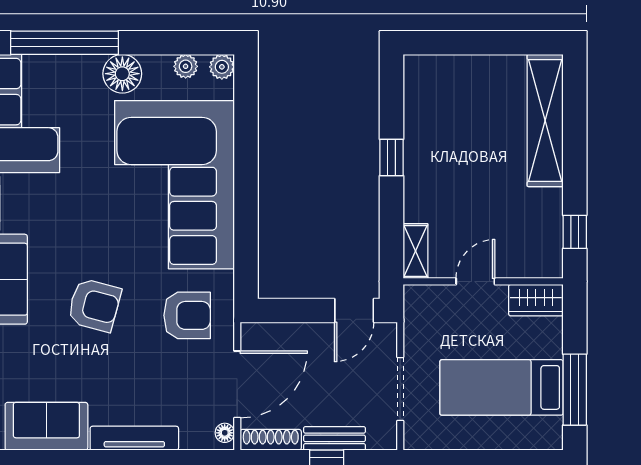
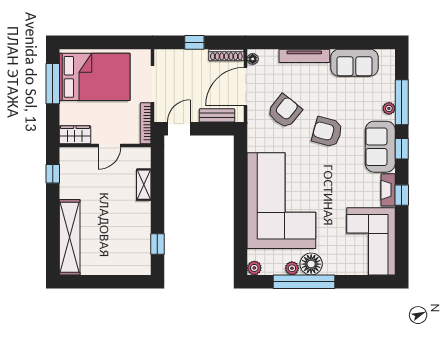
window: (65, 43) -> (304, 282), moved
plant: (186, 66) -> (292, 268), moved
window: (391, 157) -> (157, 244), moved
shelving: (415, 251) -> (144, 185), moved
armchair: (187, 315) -> (284, 111), moved, turned 129
bookcase: (412, 320) -> (146, 123), added
bed: (501, 387) -> (95, 77), width x1.50
bench: (334, 438) -> (217, 115), moved

